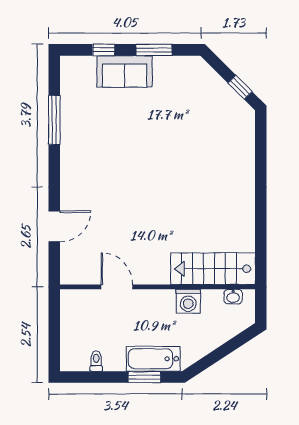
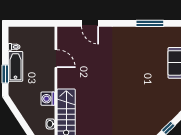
door: (117, 287) -> (56, 59), hinge flipped
bathtub: (153, 359) -> (15, 66), moved

